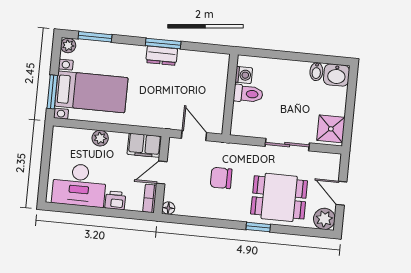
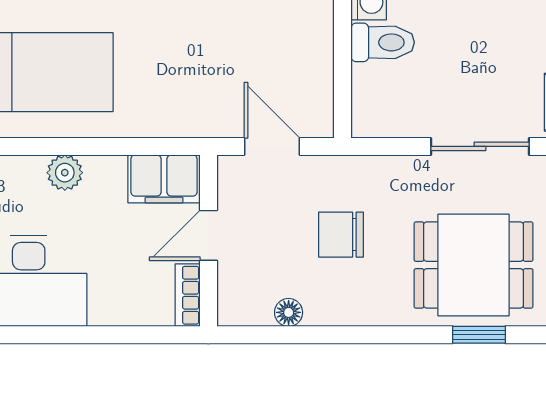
printer: (115, 200) -> (112, 307), removed
floor lamp: (168, 208) -> (289, 312), moved
window: (258, 227) -> (479, 335), moved

